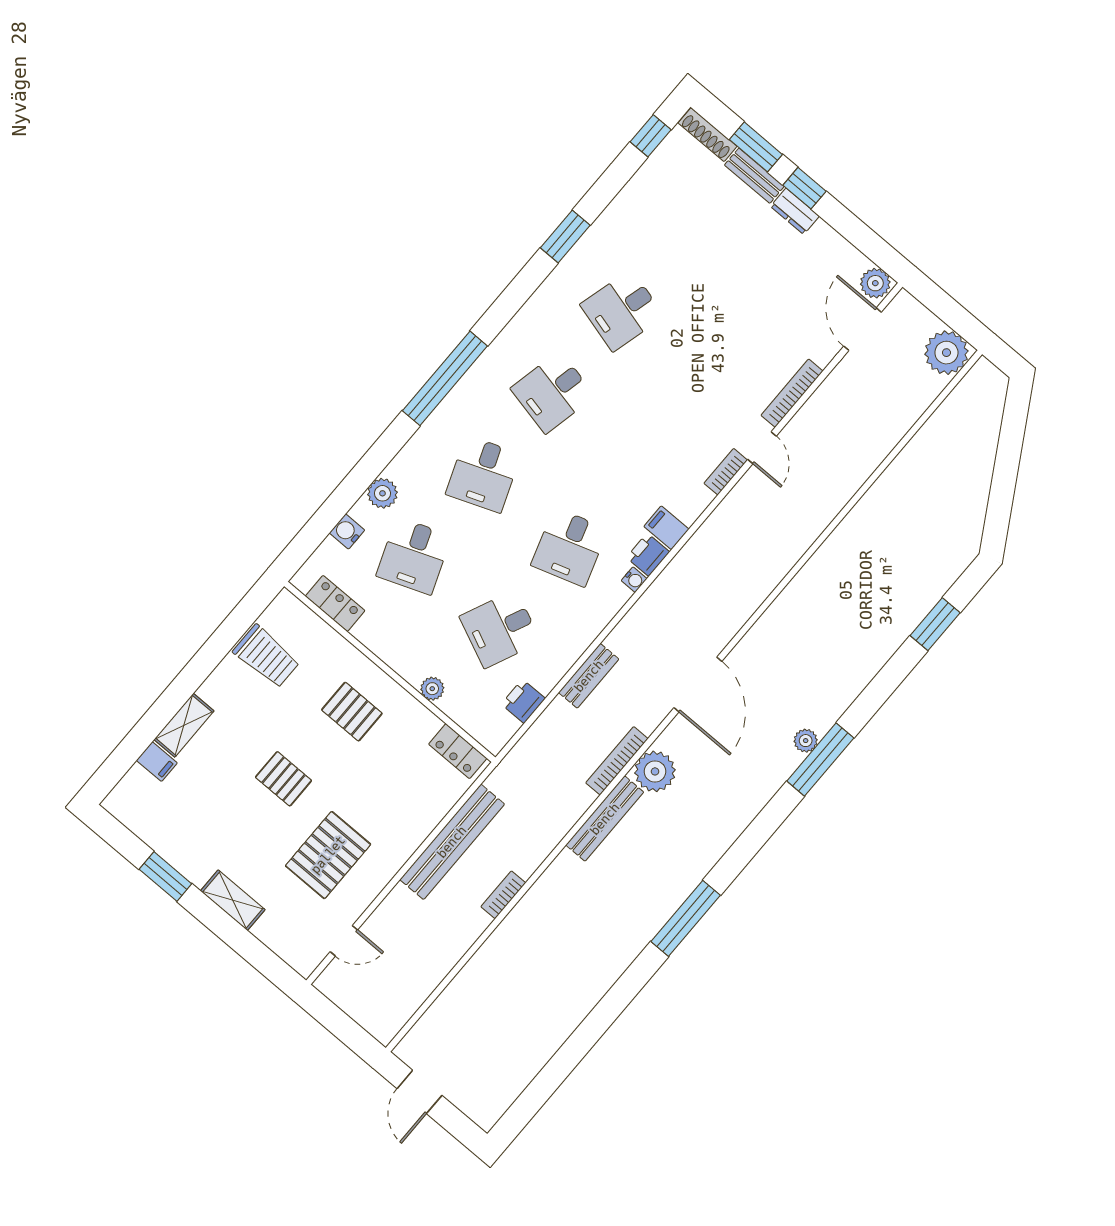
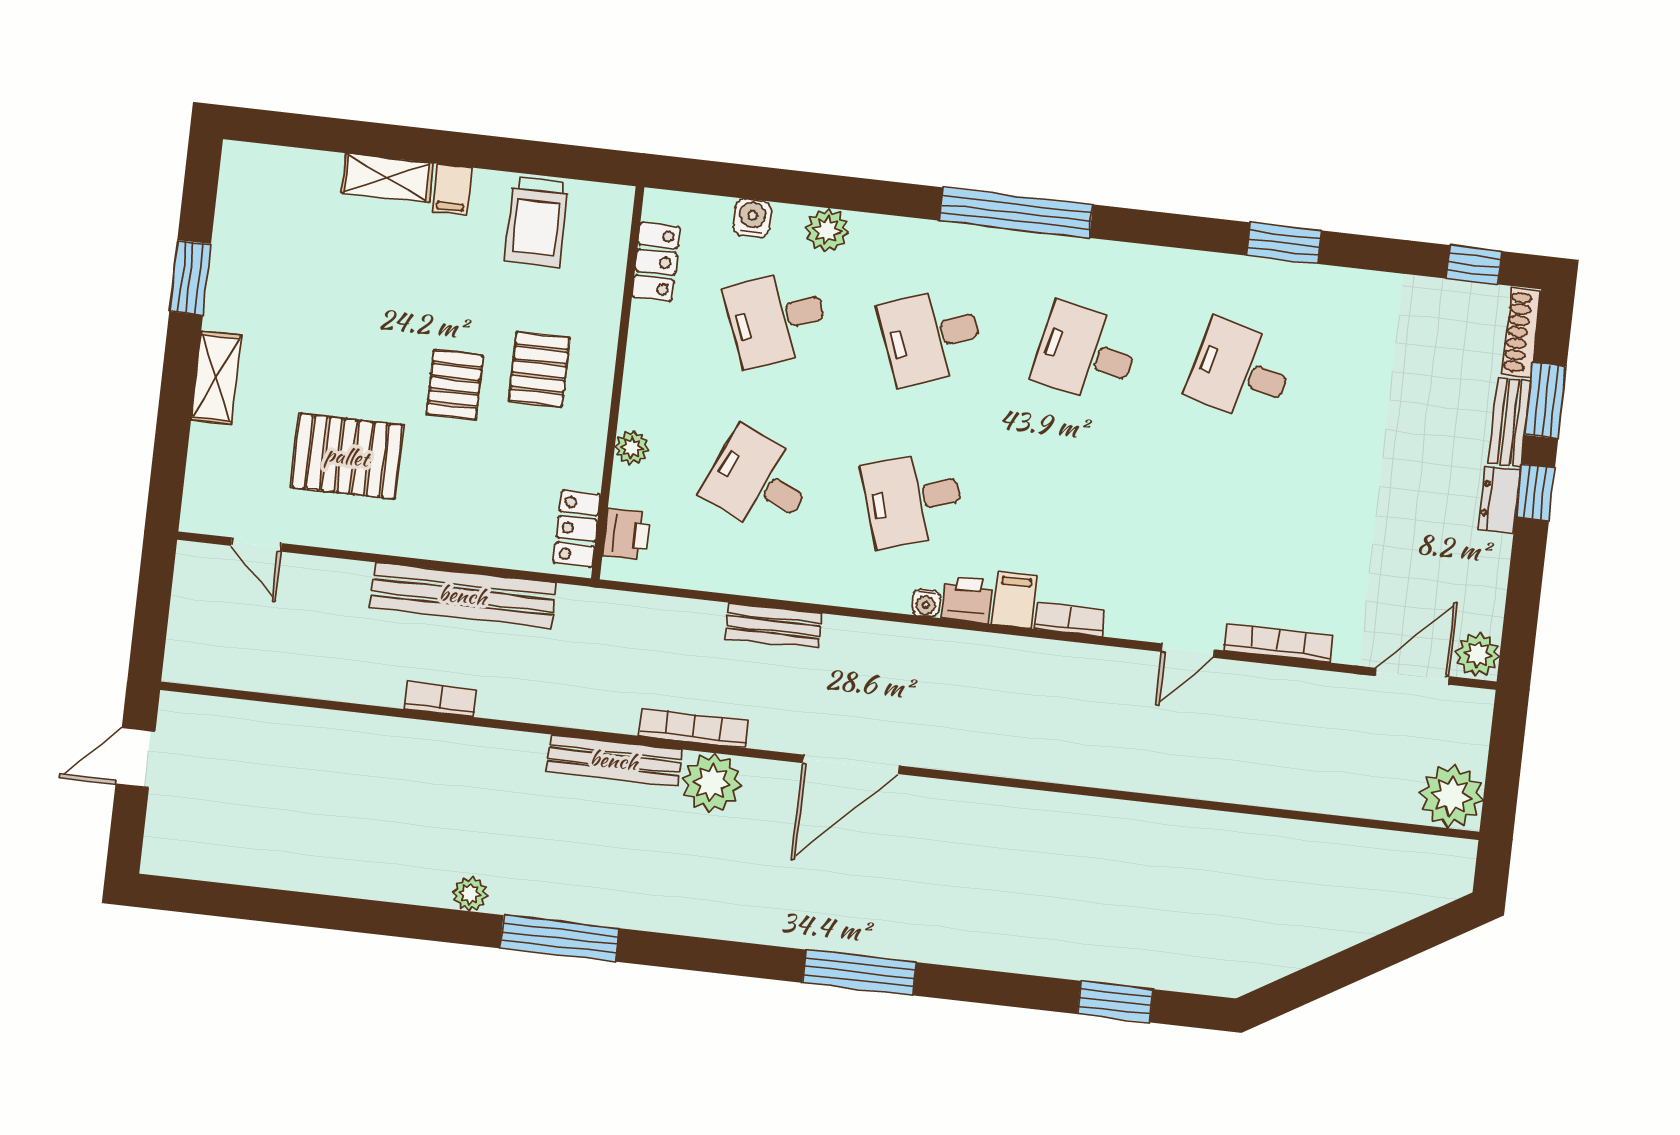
bookcase: (726, 472) -> (1069, 619), moved
printer: (523, 701) -> (627, 534), moved, turned 90
plant: (806, 741) -> (470, 894), moved
filing cabinet: (157, 762) -> (452, 189), moved
pallet: (284, 779) -> (455, 385), moved

